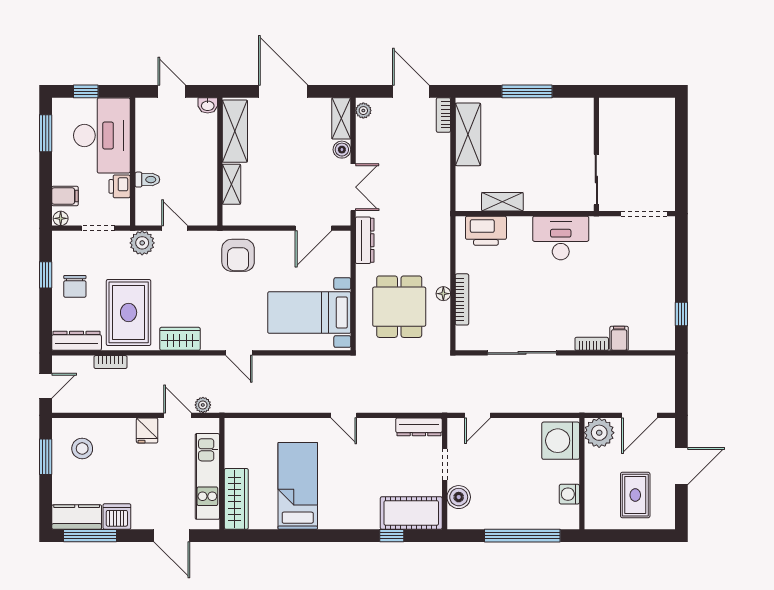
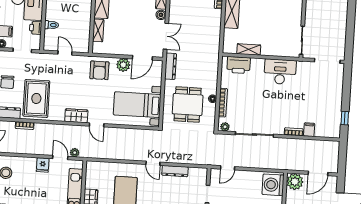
plant: (142, 243) -> (123, 65), moved
wardrobe: (180, 339) -> (76, 116), moved
plant: (468, 342) -> (225, 127), added
dresser: (419, 427) -> (175, 171), moved

